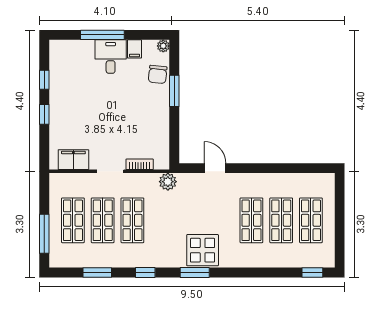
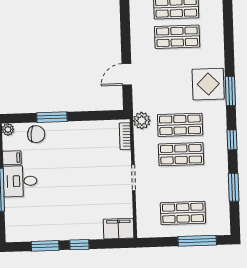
window: (44, 80) -> (45, 246), width x1.50
filing cabinet: (73, 160) -> (119, 229), moved, turned 90
bookcase: (140, 164) -> (125, 136), moved
shop shelf: (103, 220) -> (180, 125), moved

